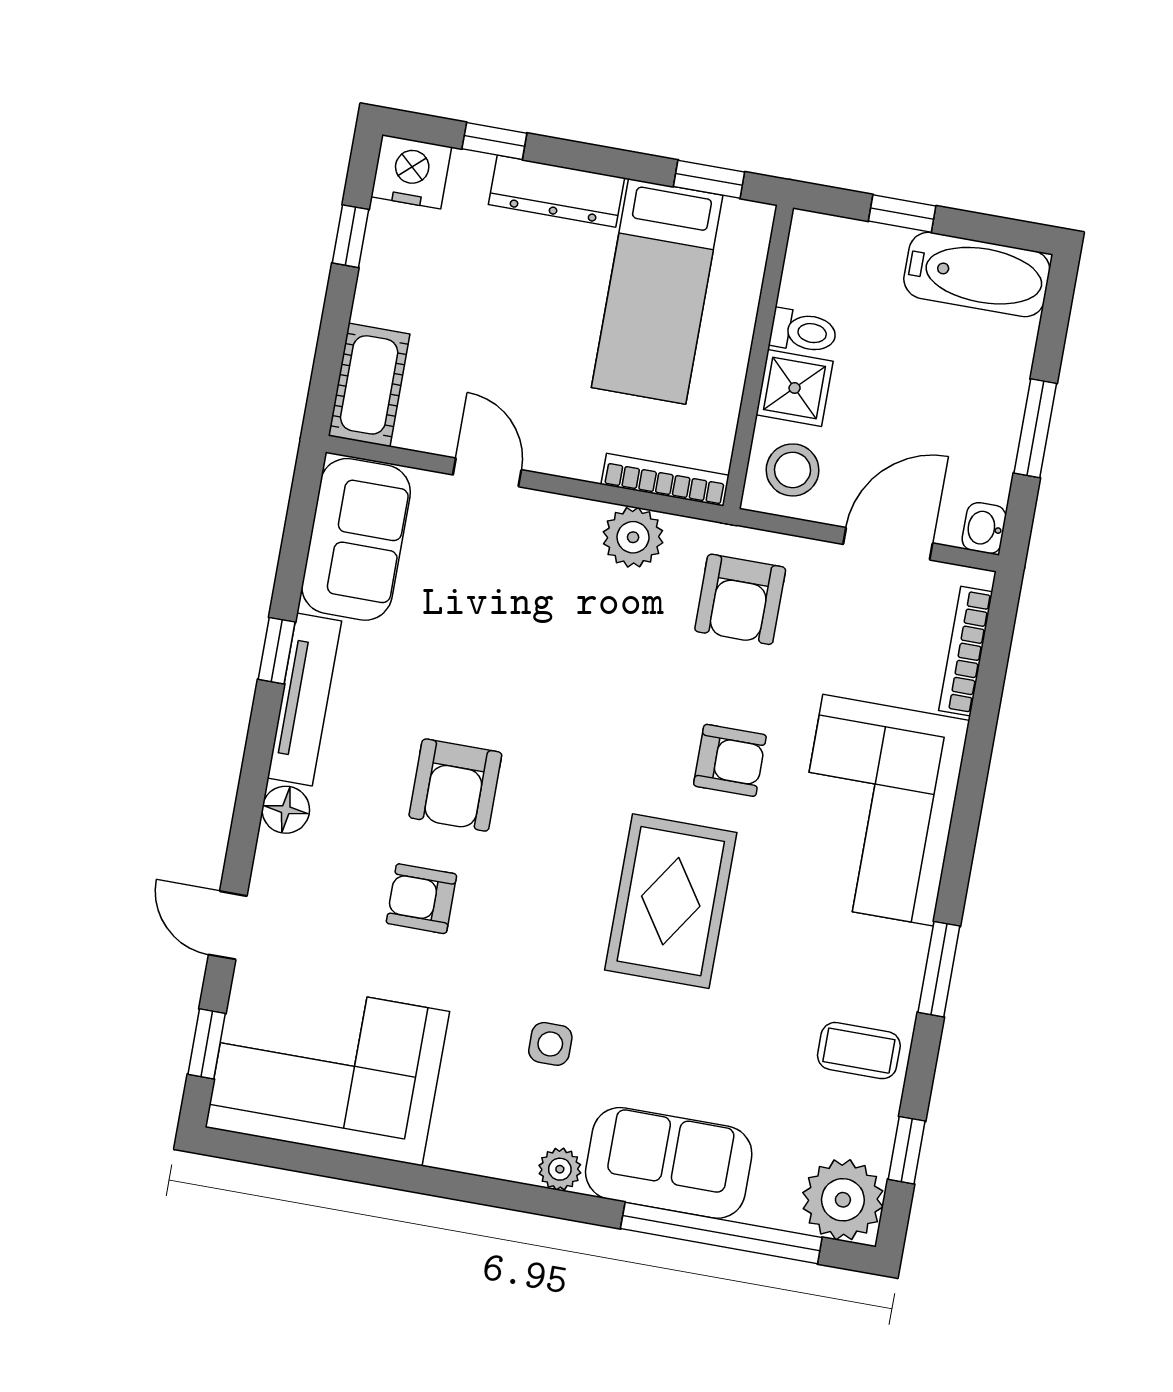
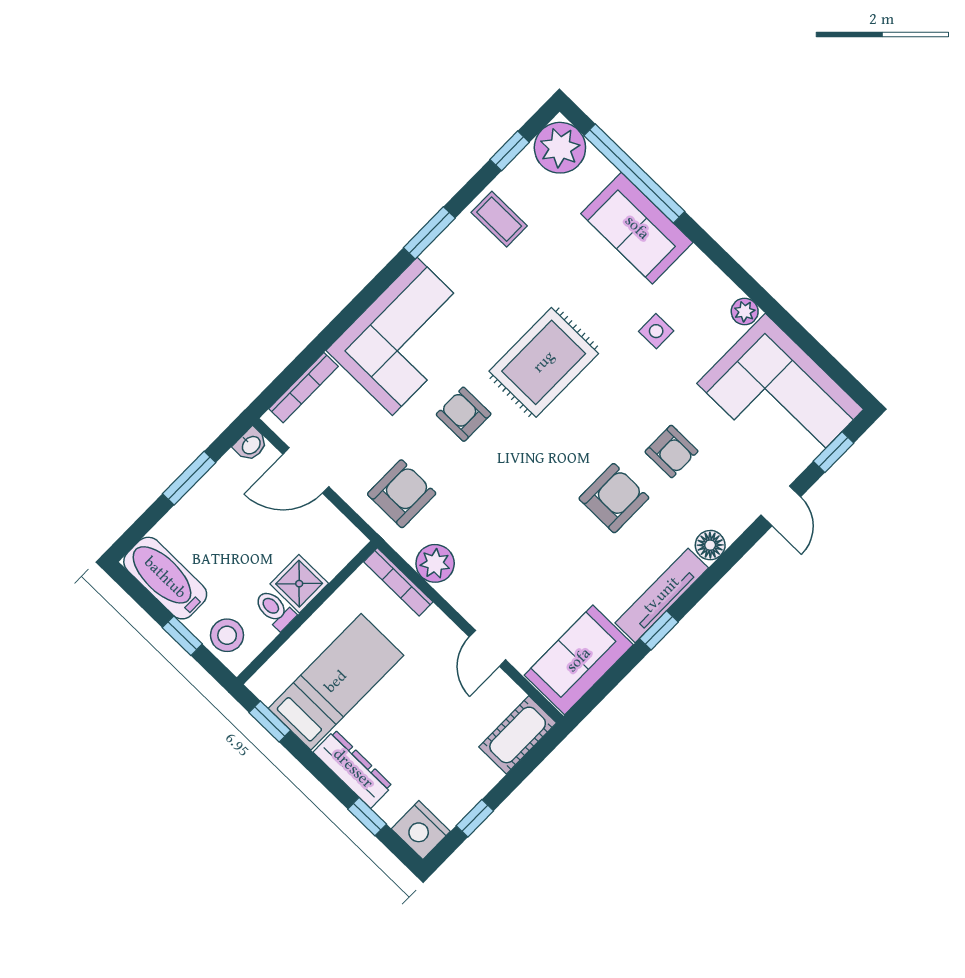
stool: (793, 470) -> (227, 635), moved
plant: (560, 1169) -> (745, 312), moved

